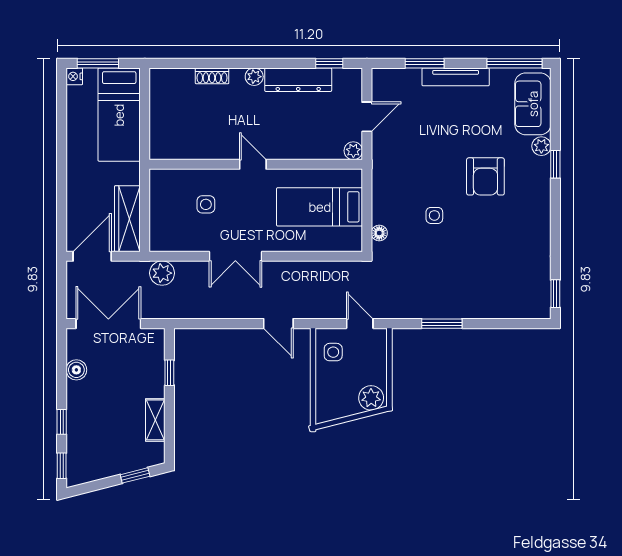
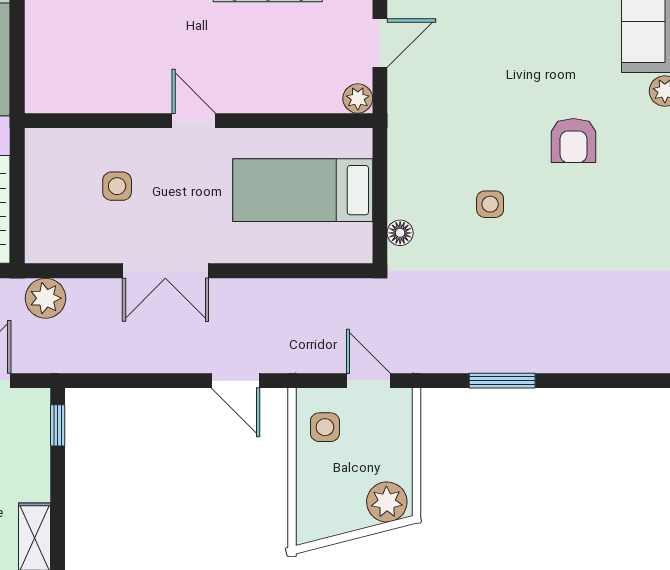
armchair: (485, 176) -> (573, 141), width x0.72, depth x0.72
window: (169, 373) -> (58, 425), moved

